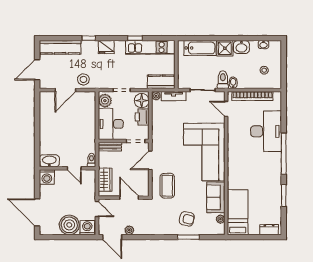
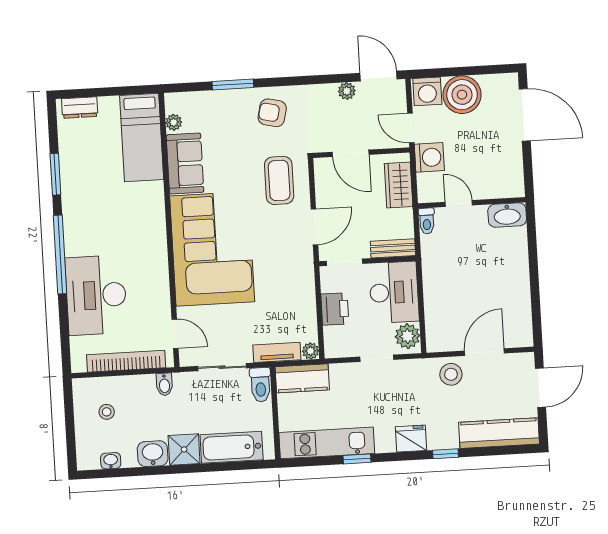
toilet: (223, 80) -> (260, 385), moved
floor lamp: (142, 101) -> (337, 340), removed
washing machine: (47, 177) -> (429, 157), moved, turned 90
armchair: (187, 219) -> (272, 113), moved

